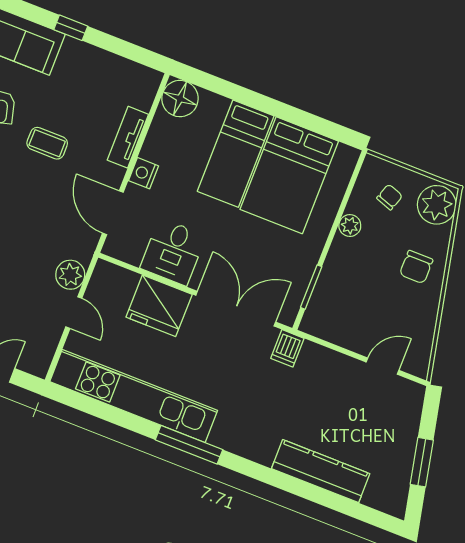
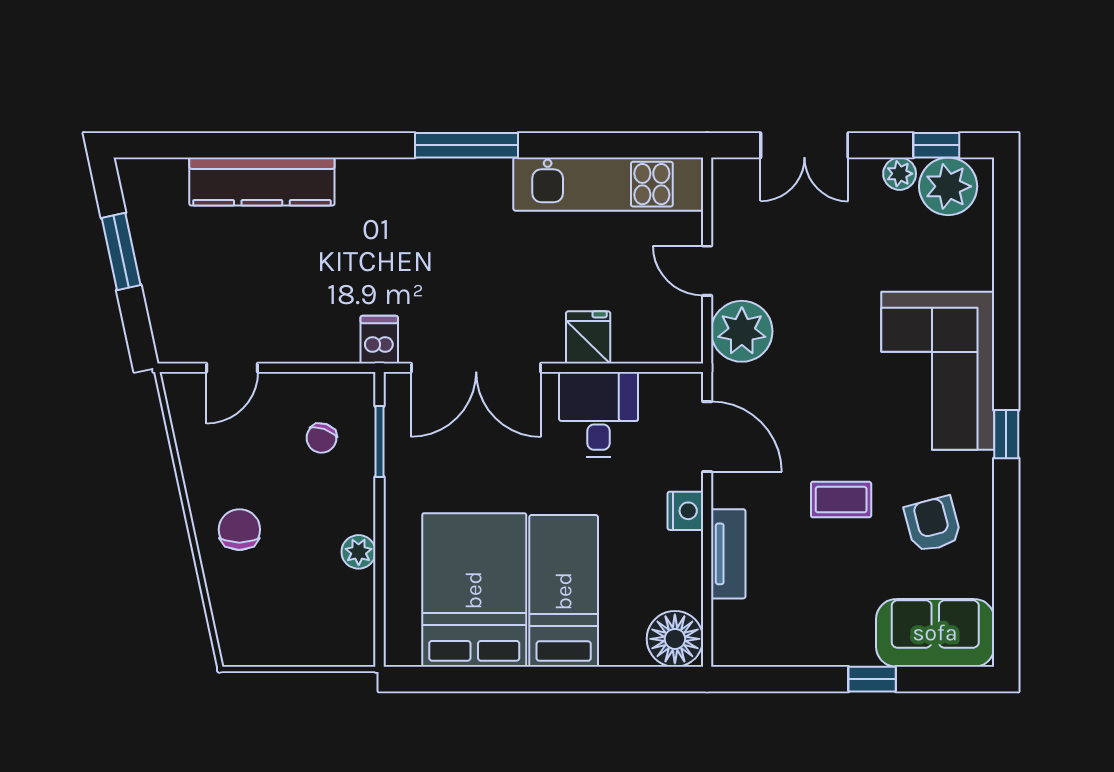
chair: (390, 197) -> (322, 438), moved
plant: (437, 205) -> (245, 631), removed
plant: (70, 275) -> (742, 331), width x1.36, depth x1.36
fridge: (159, 306) -> (588, 337), width x0.53, depth x0.75
kitchen unit: (134, 396) -> (608, 184), width x0.73

